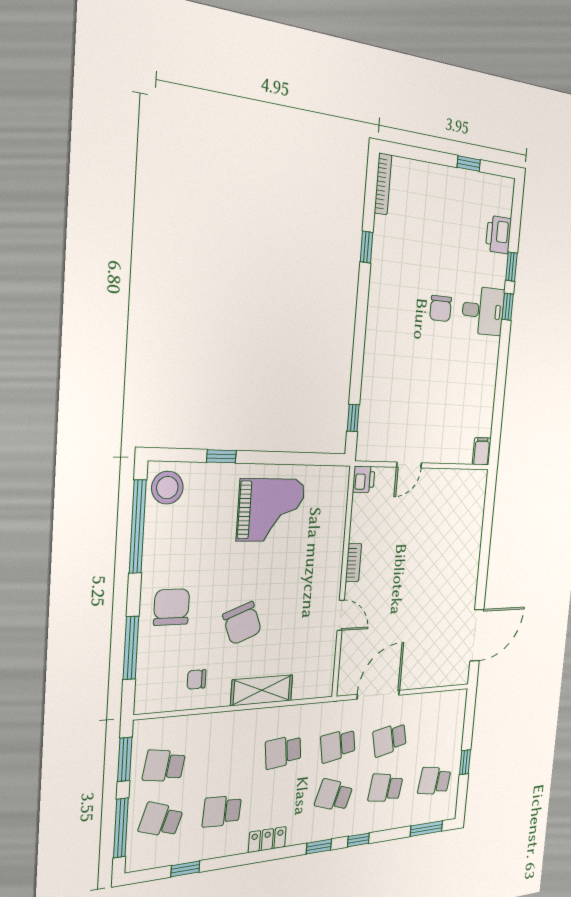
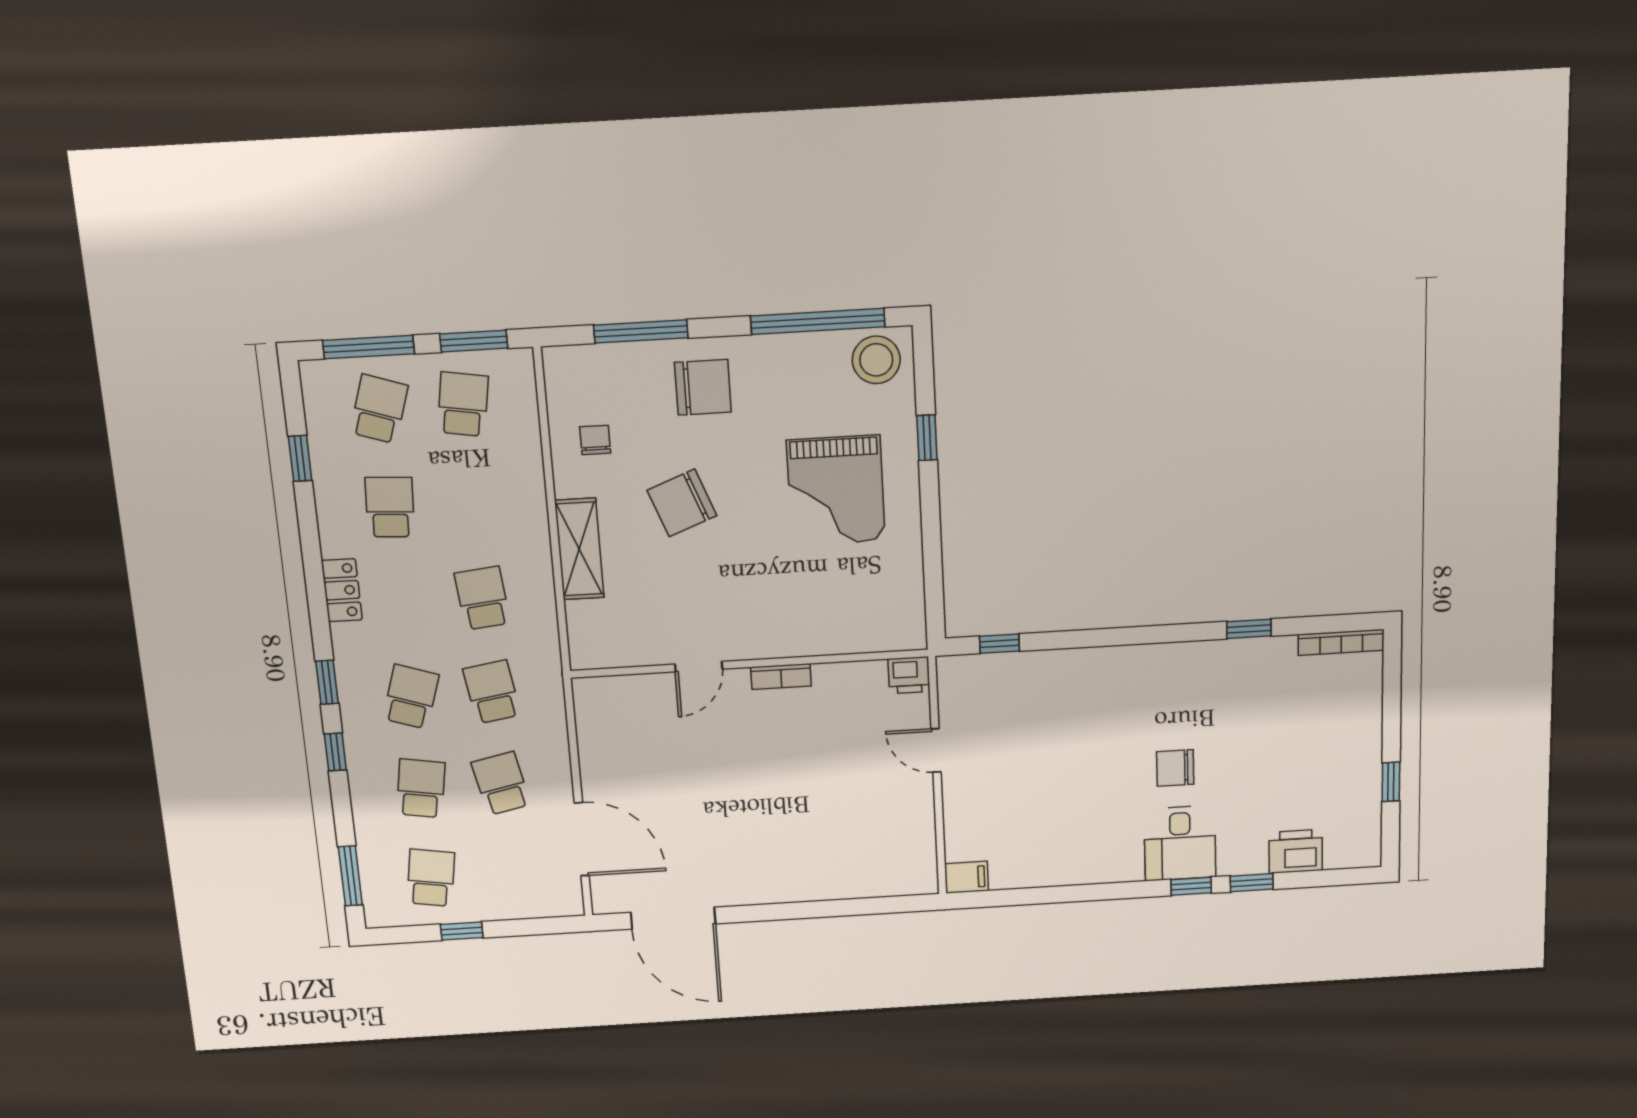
grand piano: (271, 510) -> (836, 491), moved
door: (378, 695) -> (582, 839), moved

